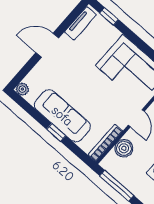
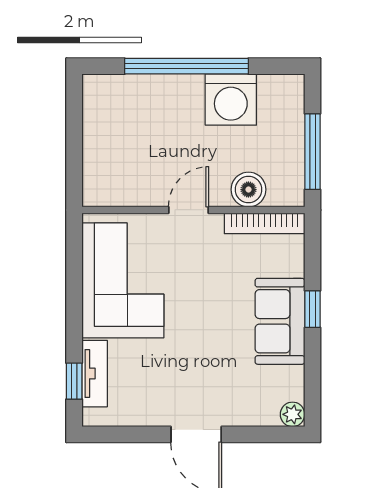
tv unit: (80, 23) -> (95, 374), moved, turned 90
sofa: (62, 116) -> (280, 321), width x0.73

